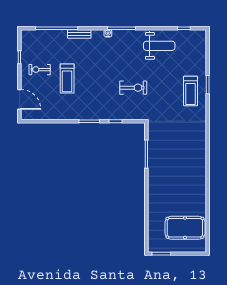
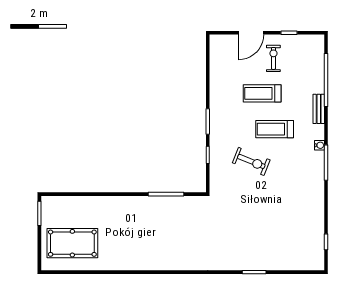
weight bench: (159, 46) -> (304, 211), removed
exercise bike: (133, 88) -> (251, 161), moved, turned -68
treadmill: (191, 91) -> (275, 129), moved
door: (19, 99) -> (251, 33), moved
pool table: (185, 228) -> (72, 243), turned 90

